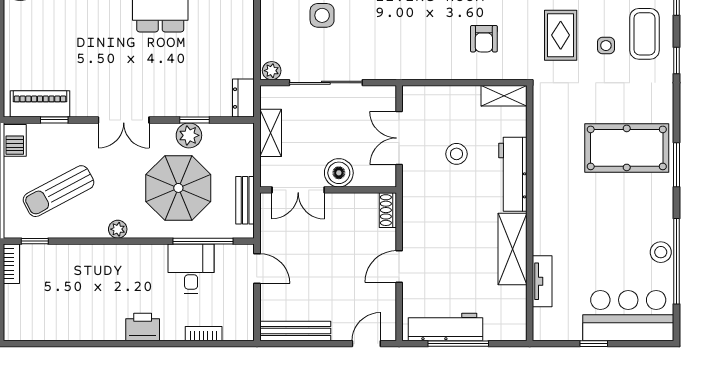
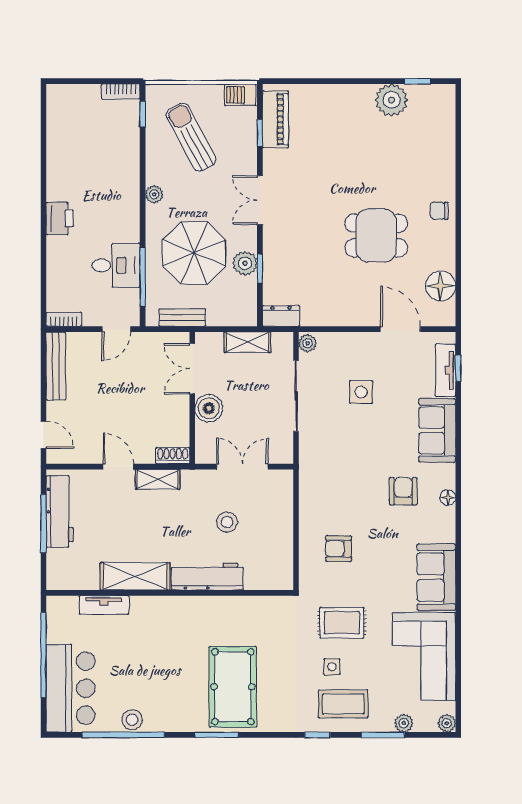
shelving: (504, 96) -> (158, 479), moved, turned 90
bookcase: (204, 334) -> (64, 319), moved, turned -90
window: (594, 344) -> (43, 655), width x3.17

